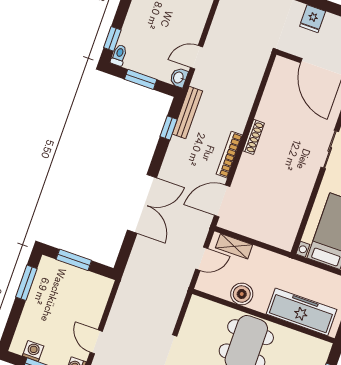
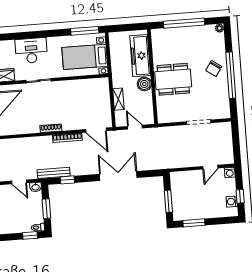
shelving: (234, 246) -> (118, 99), moved
boiler: (242, 294) -> (144, 84), moved

